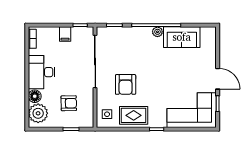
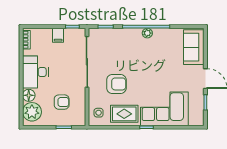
sofa: (182, 37) -> (194, 47), moved, turned 90
armchair: (126, 84) -> (116, 84), turned -90
corner sofa: (192, 110) -> (164, 109), moved

